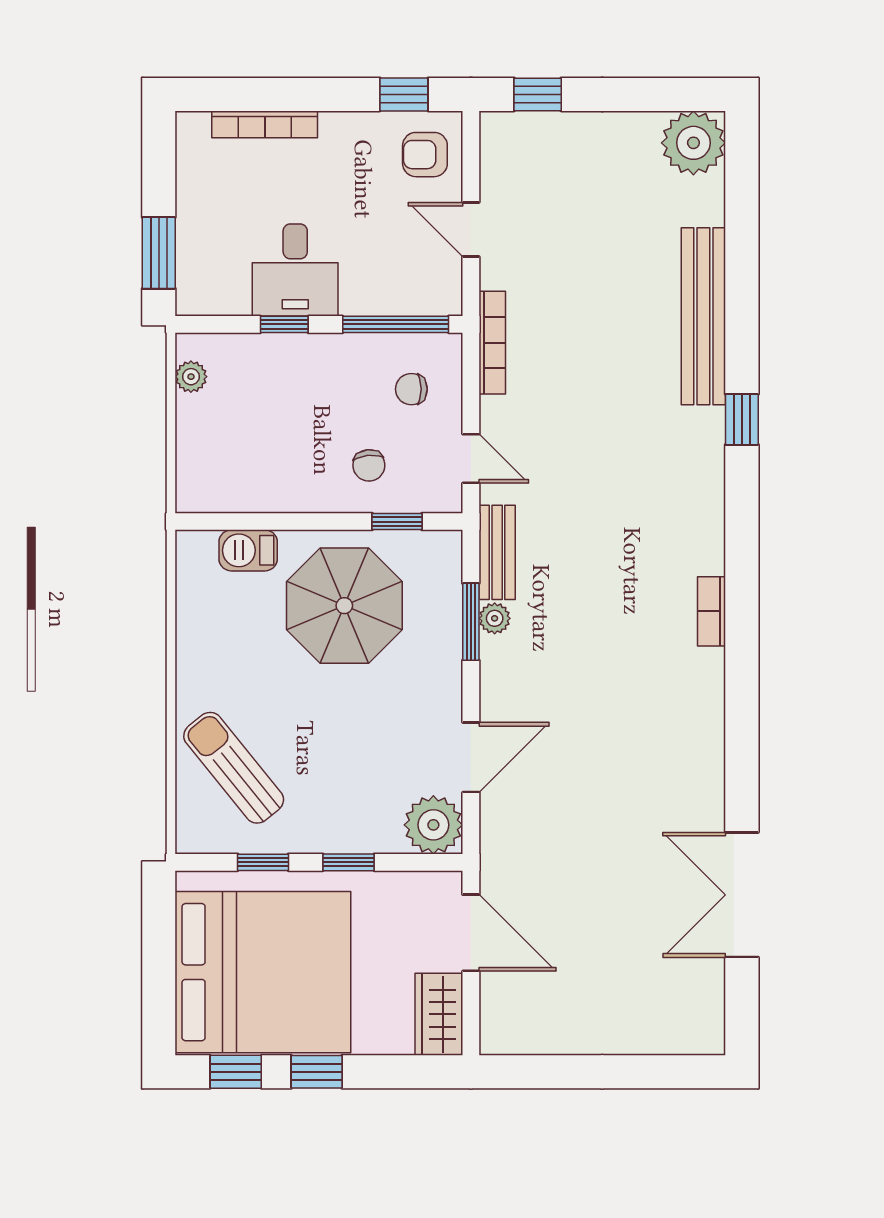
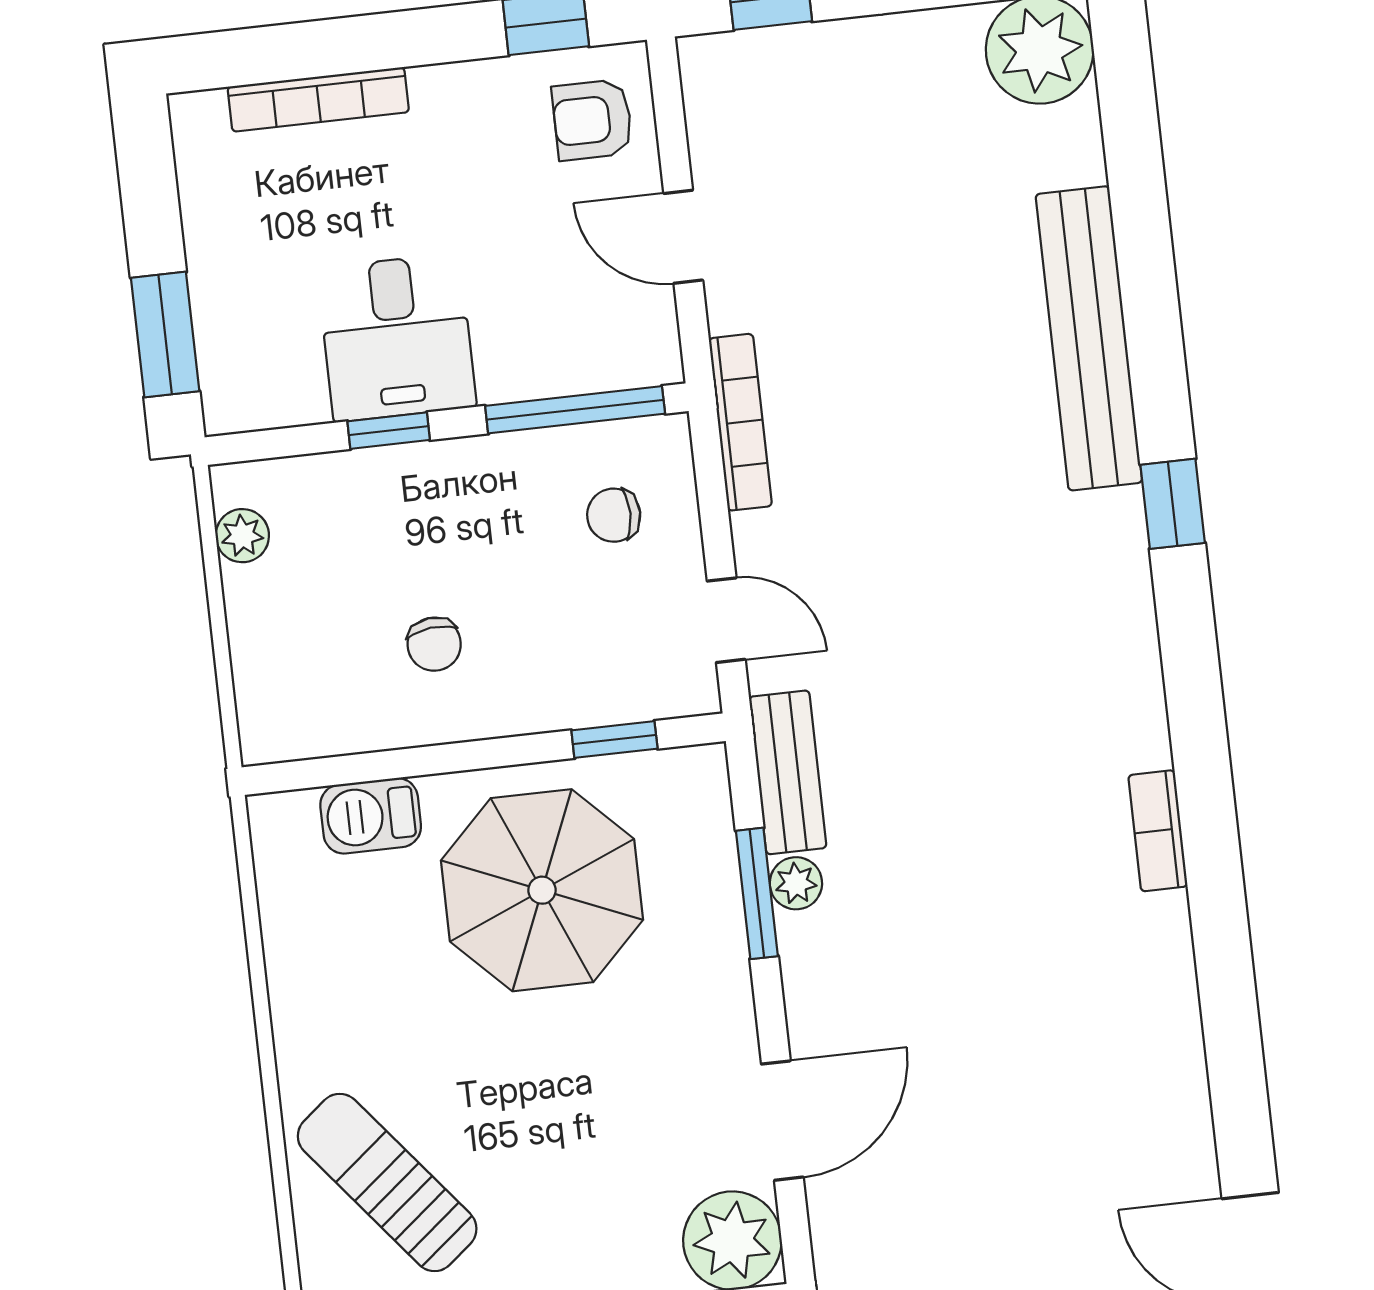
chair: (369, 465) -> (434, 644), moved

